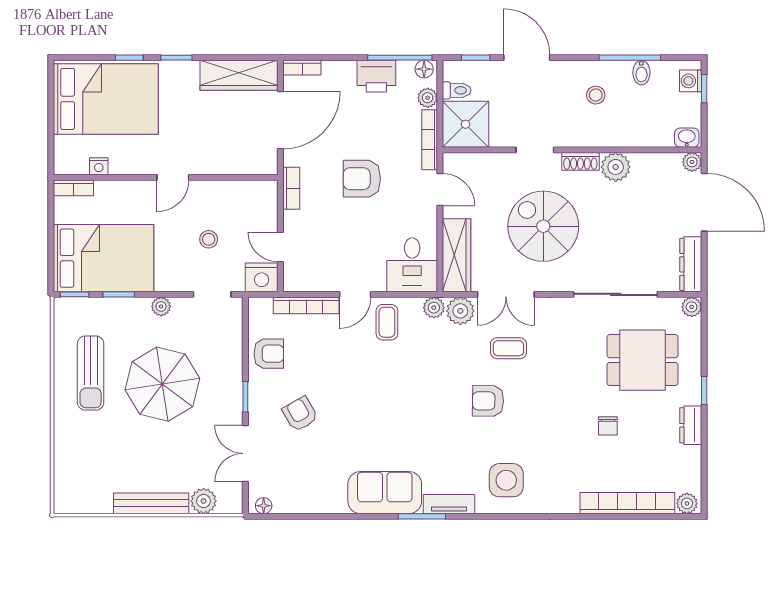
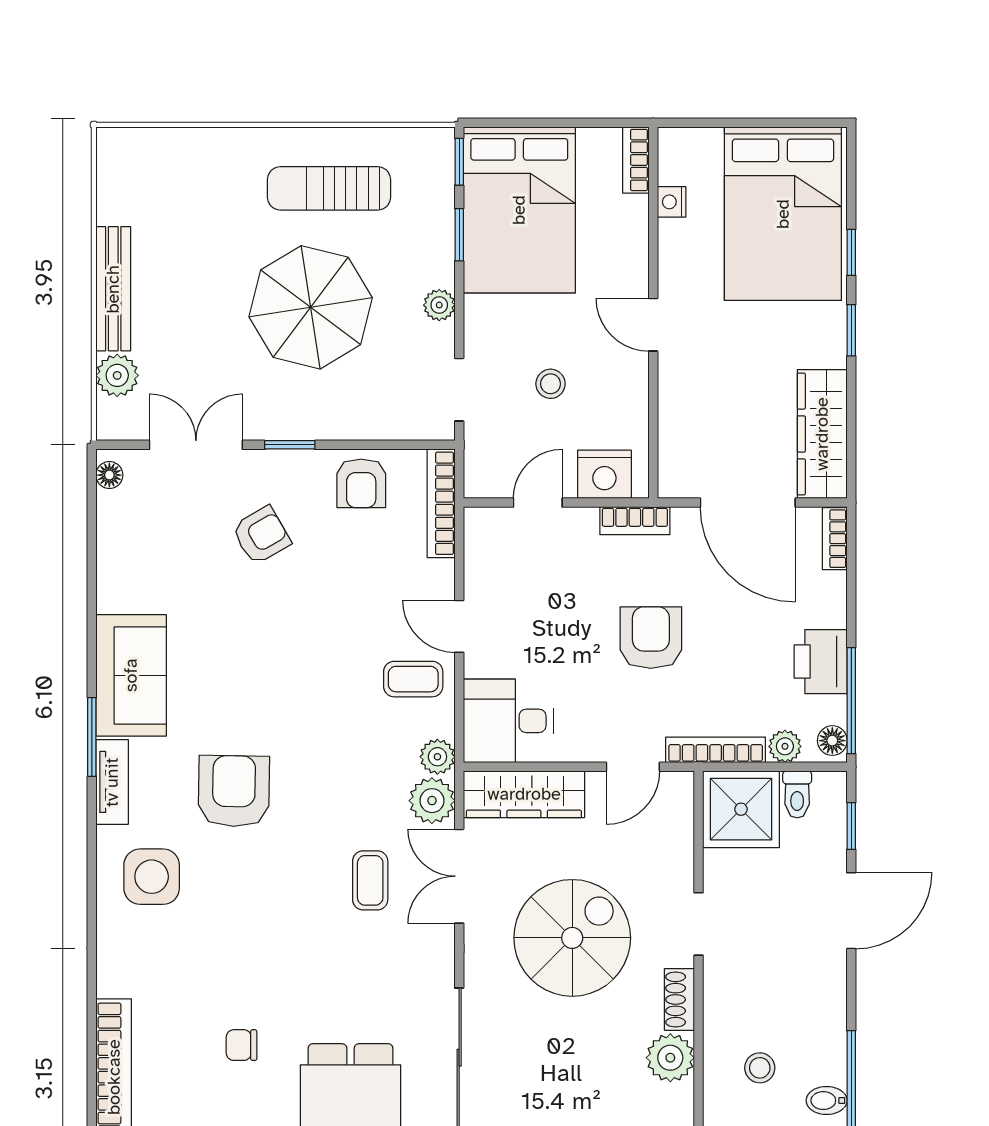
stool: (596, 95) -> (760, 1068), moved
nightstand: (262, 277) -> (604, 474), moved, turned -90
bookcase: (306, 305) -> (441, 503), moved
armchair: (488, 401) -> (234, 791), moved, width x1.38, depth x1.38

